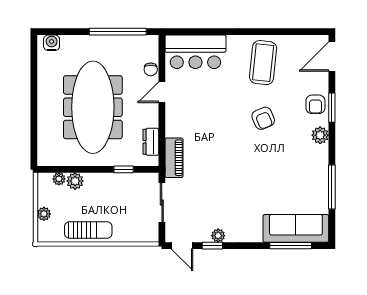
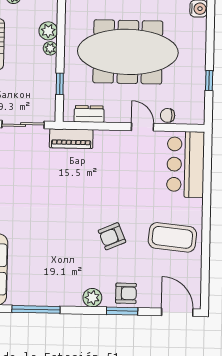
window: (118, 32) -> (209, 81), width x0.32
armchair: (315, 104) -> (126, 293), turned 180
plant: (59, 179) -> (50, 48), moved

